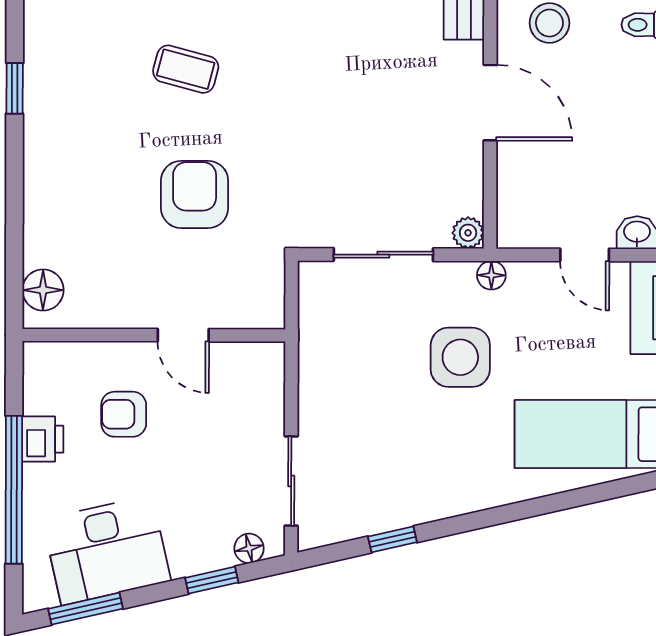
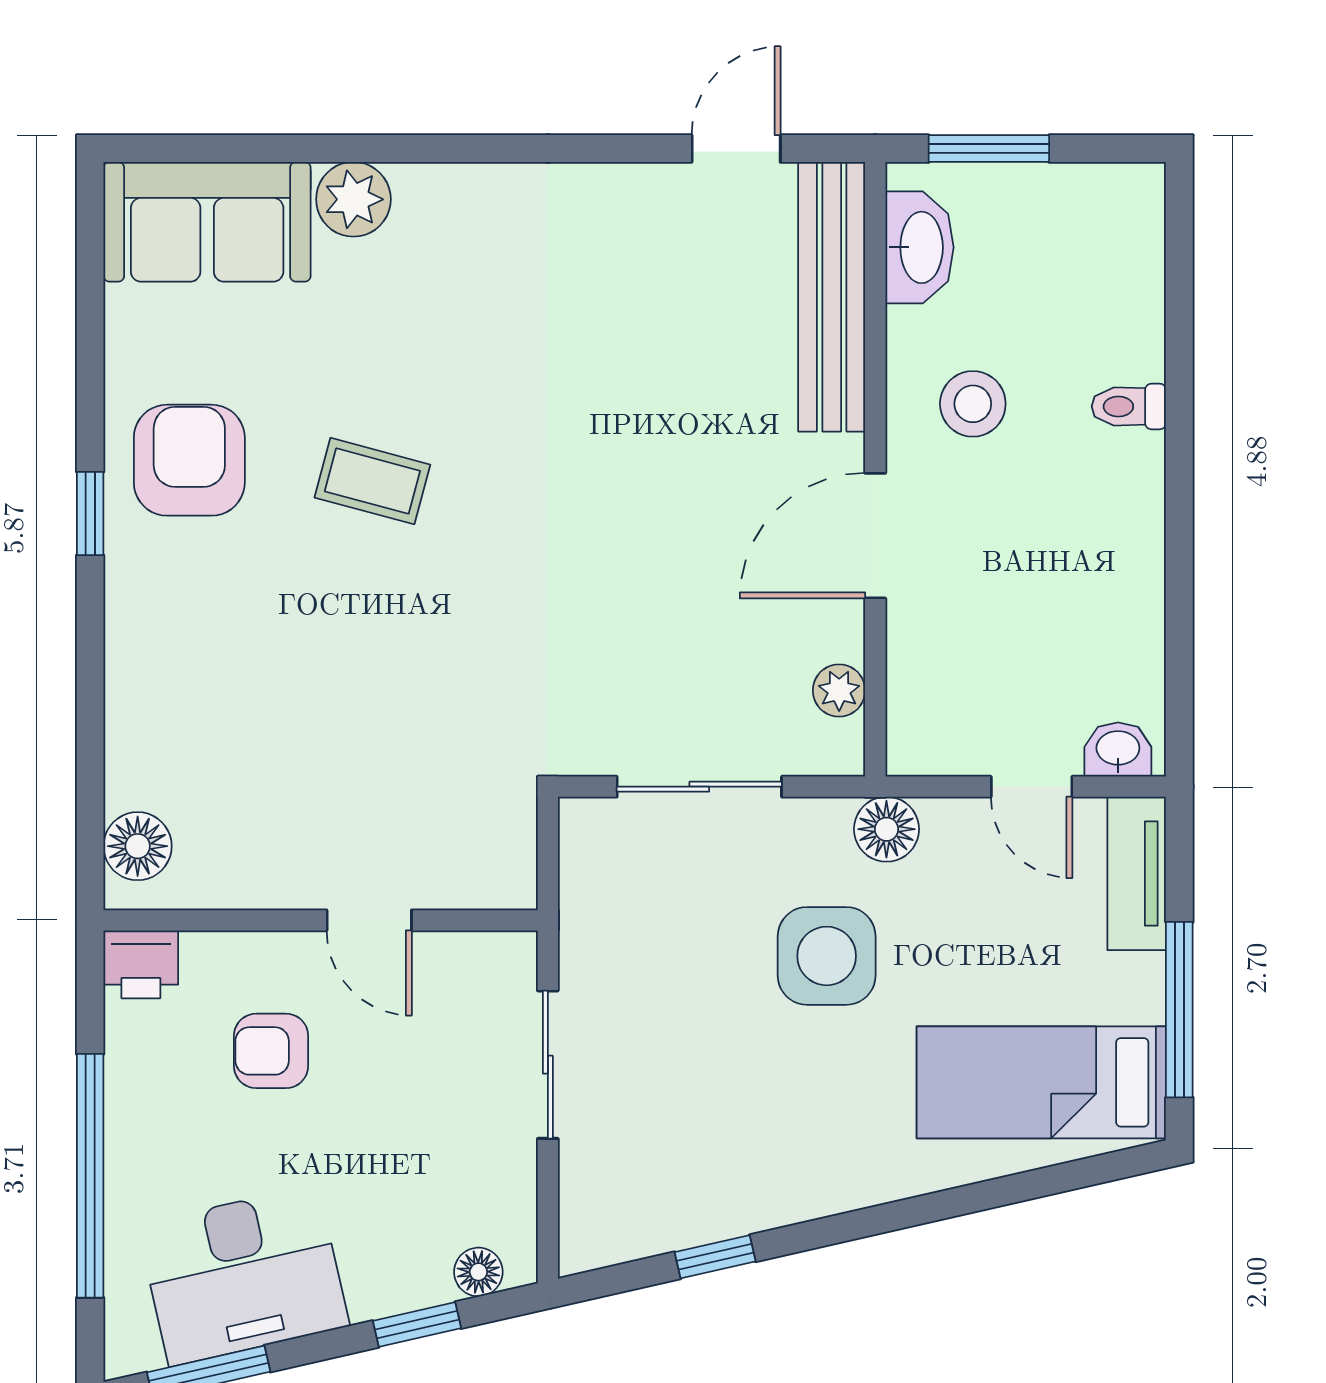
door: (490, 103) -> (875, 536), swing flipped
armchair: (195, 194) -> (189, 460), moved
plant: (468, 233) -> (839, 691), moved
floor lamp: (491, 275) -> (886, 829), width x1.37, depth x1.37
printer: (43, 439) -> (141, 964), moved, turned 90
sliding door: (291, 481) -> (548, 1065), moved

